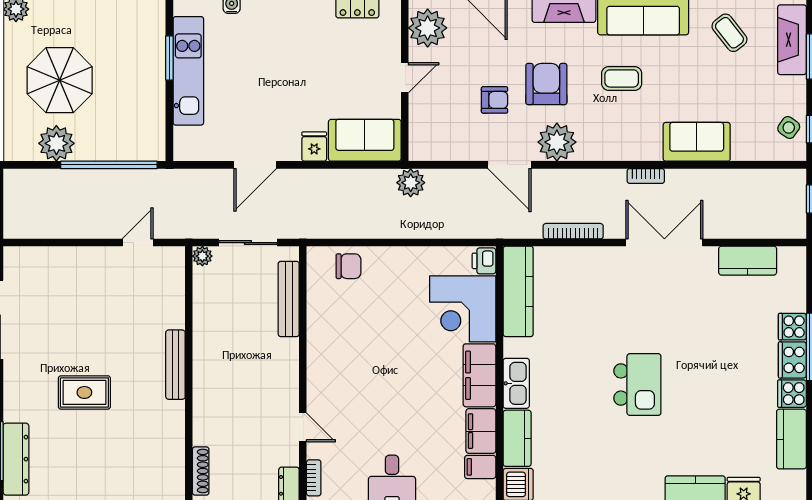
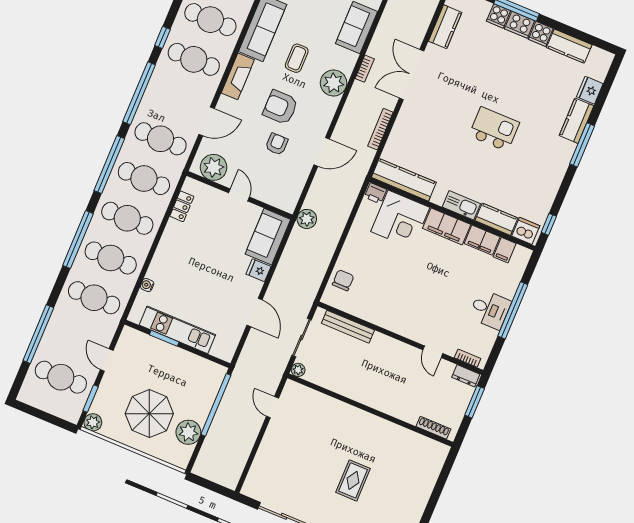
plant: (557, 142) -> (334, 83), moved
bench: (175, 365) -> (360, 416), removed
door: (303, 427) -> (433, 352), swing flipped

